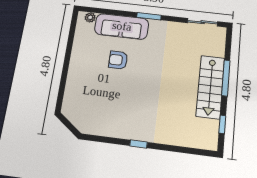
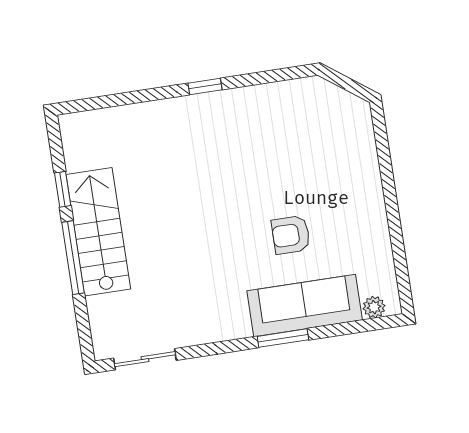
window: (149, 16) -> (283, 338), moved
armchair: (118, 60) -> (291, 235), turned 180
window: (222, 124) -> (63, 189), moved

